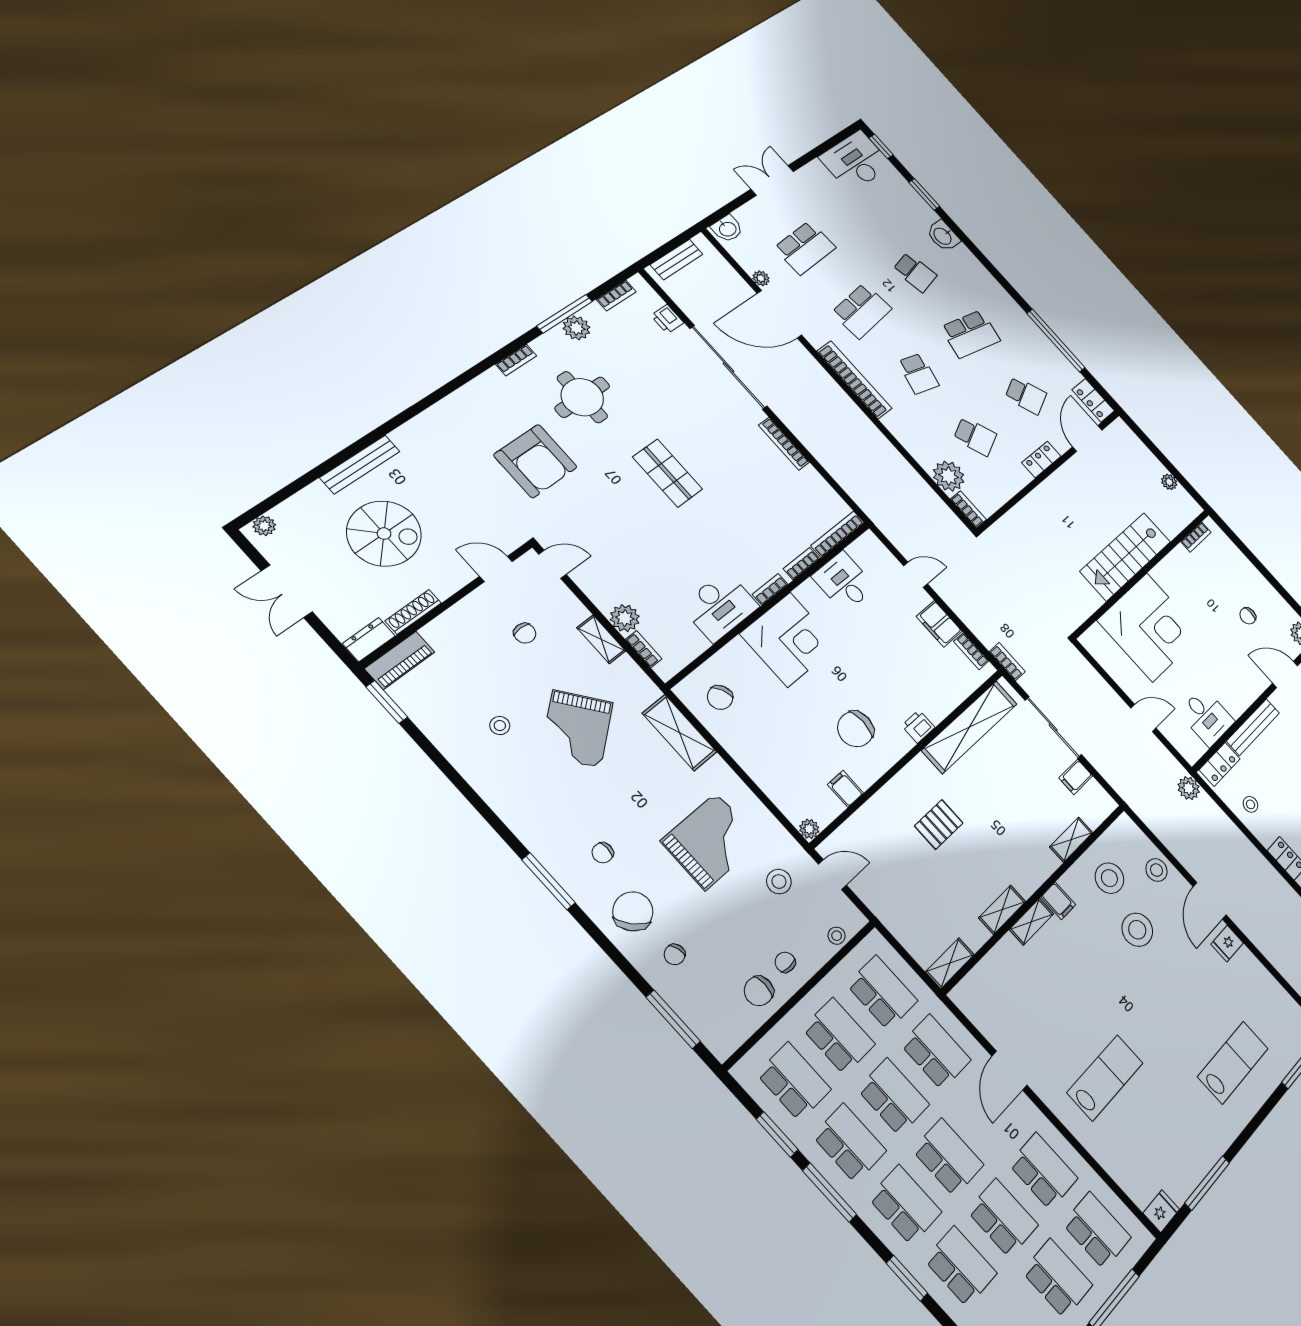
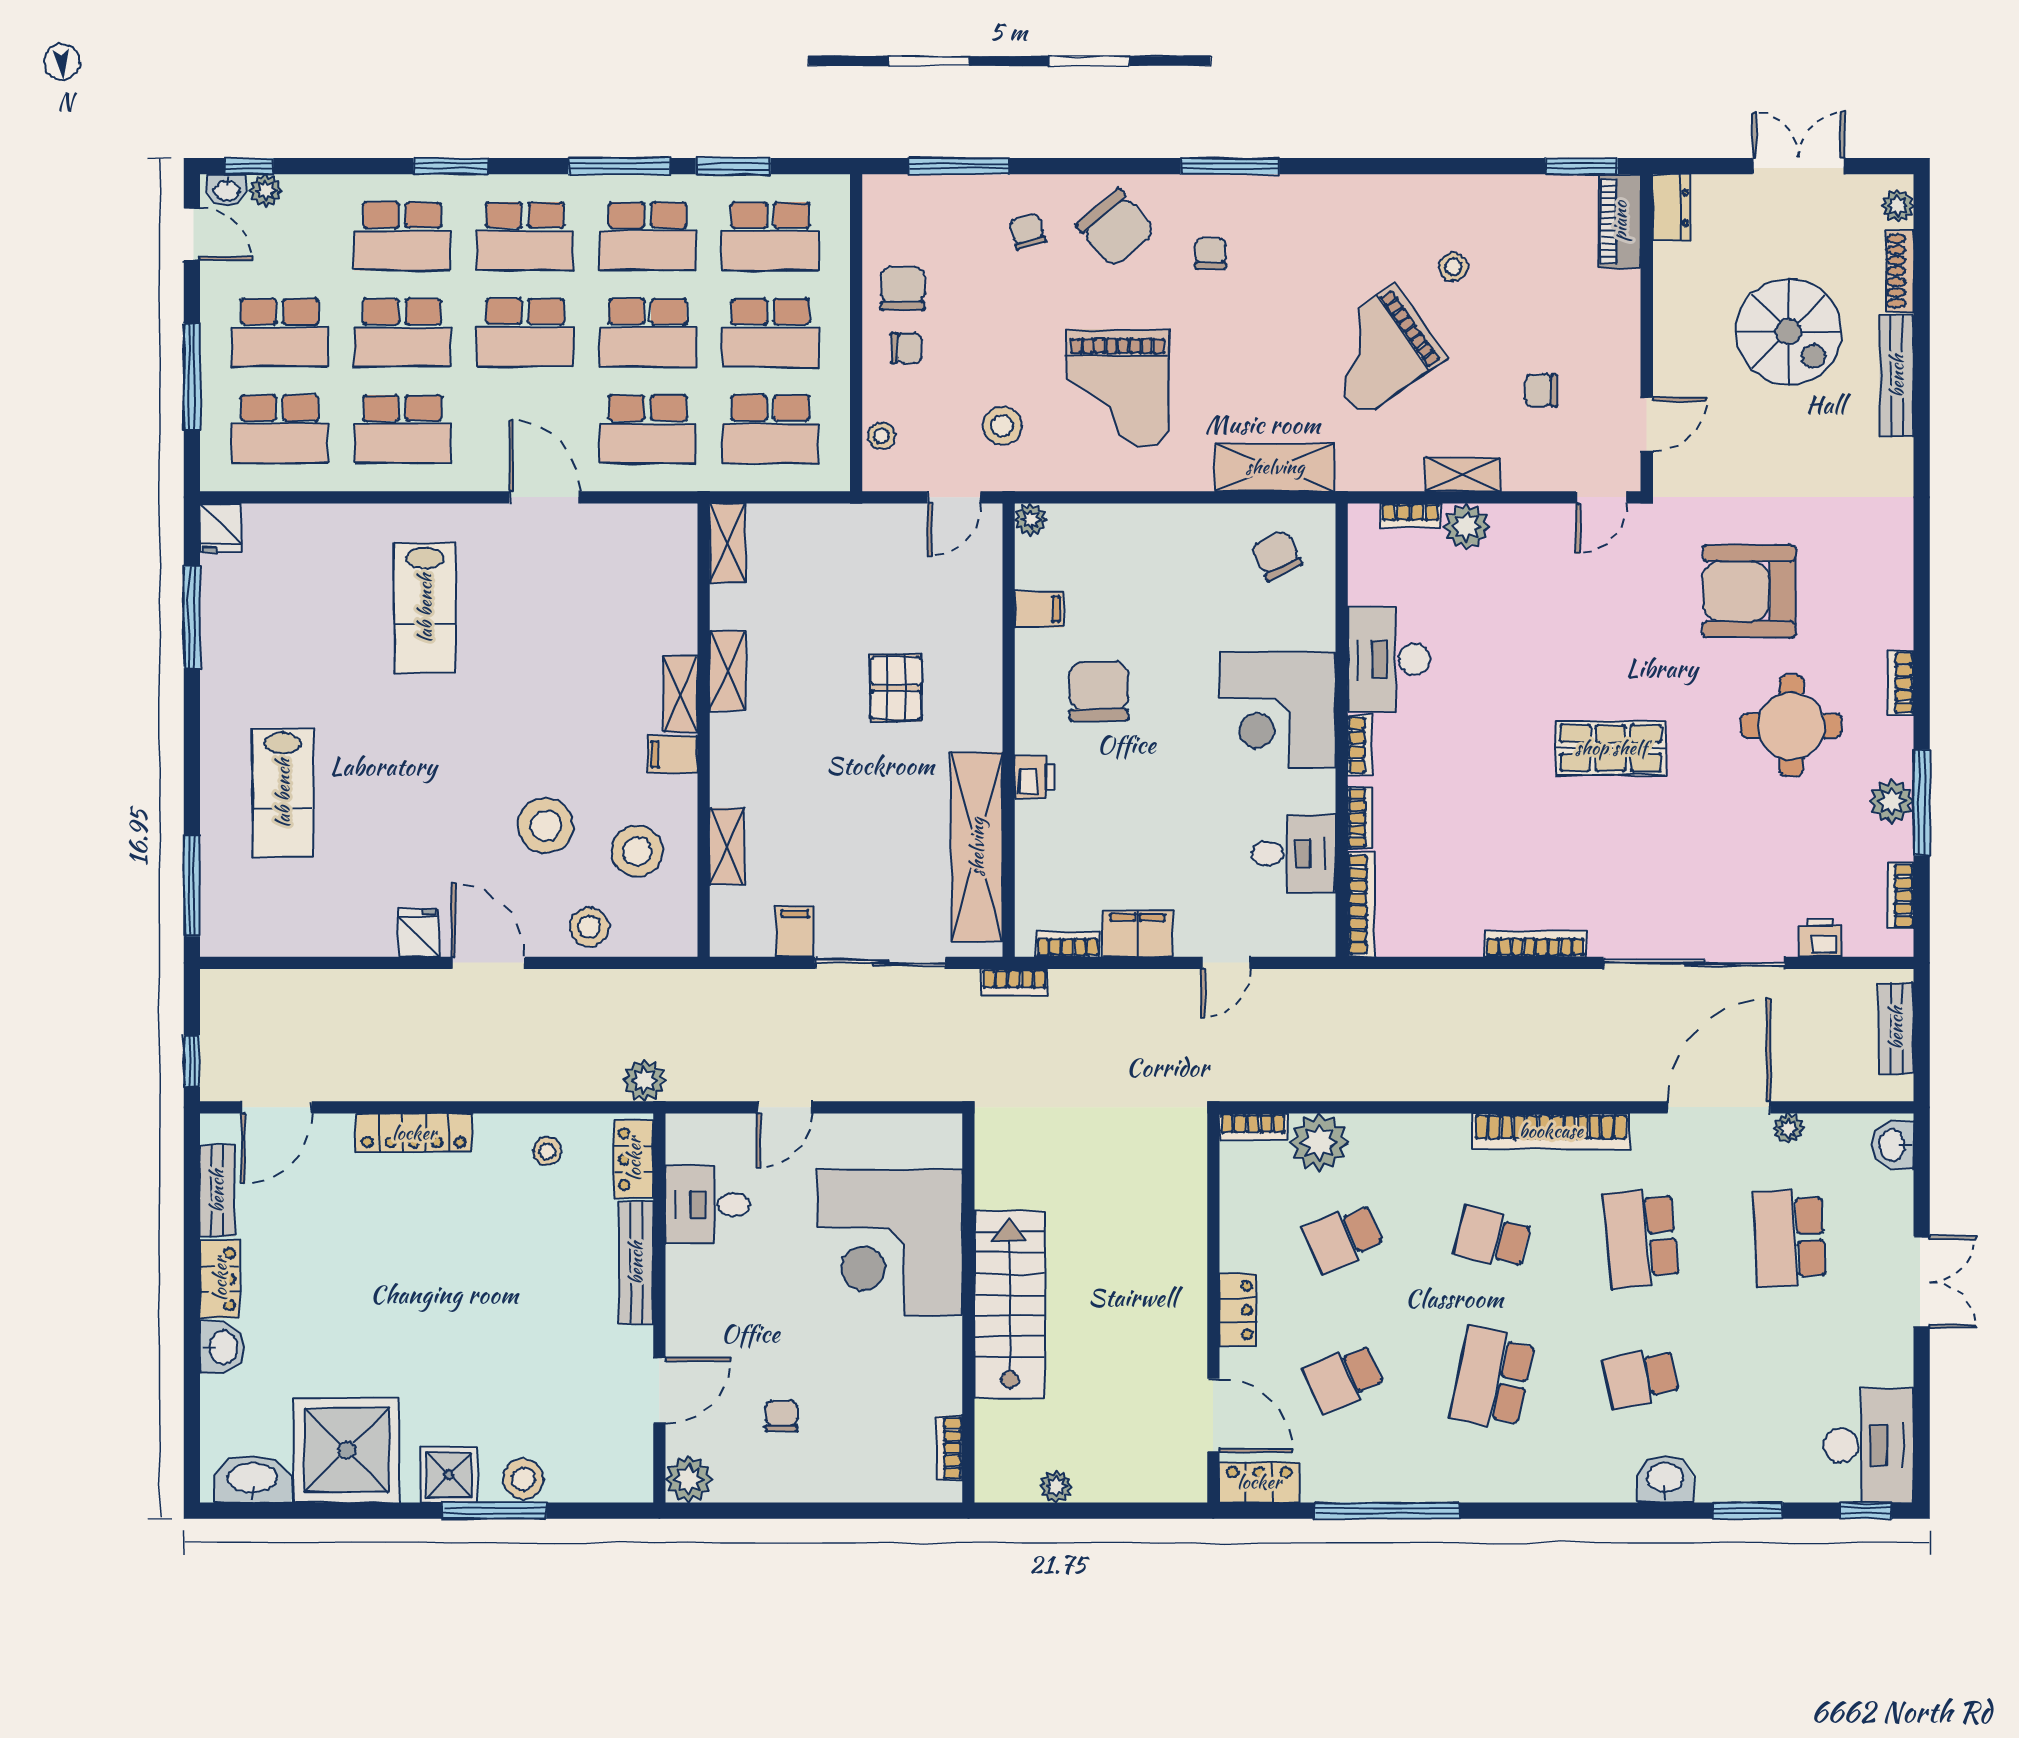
spiral stairs: (384, 534) -> (1789, 332), turned -90
shoe rack: (413, 612) -> (1900, 271), moved, turned 180
grand piano: (577, 729) -> (1378, 350), turned -87

